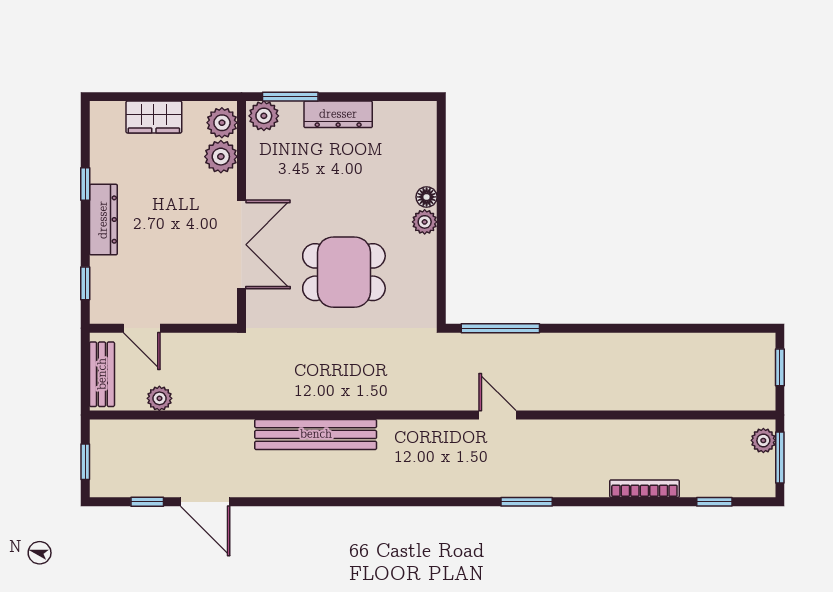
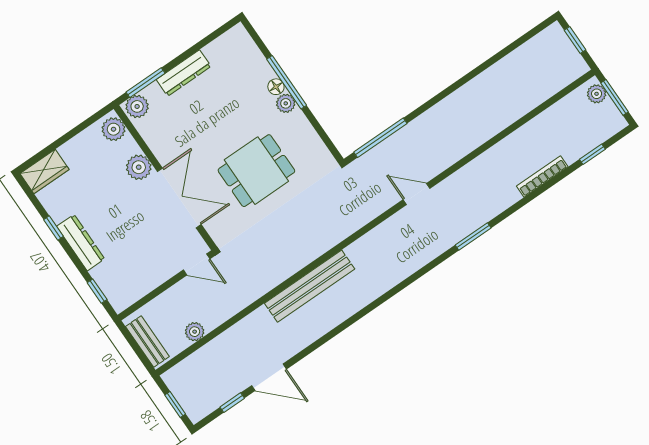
wardrobe: (154, 117) -> (44, 171), moved
plant: (221, 157) -> (139, 167), moved
window: (441, 200) -> (287, 82), added
door: (142, 328) -> (197, 264), moved

